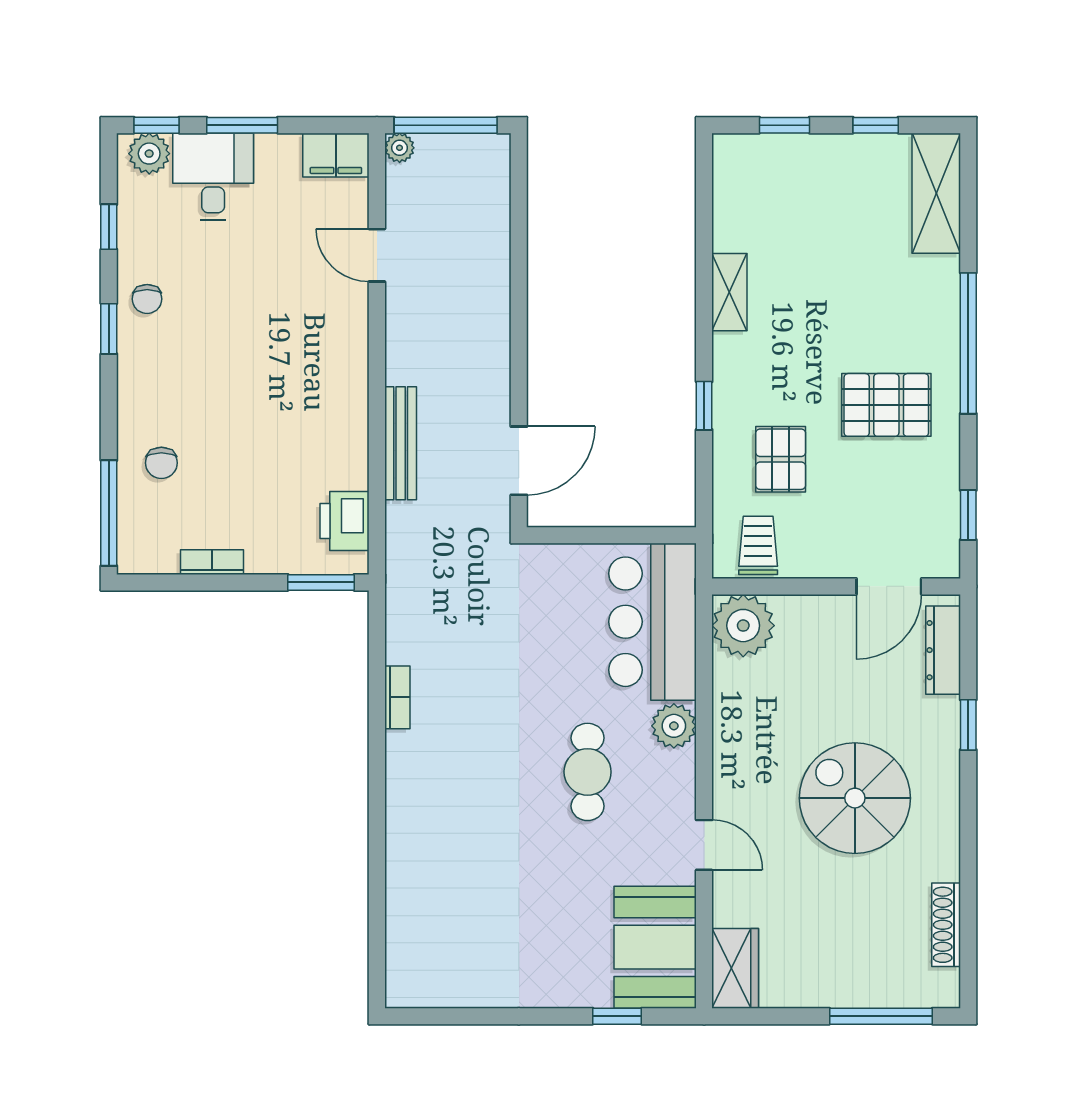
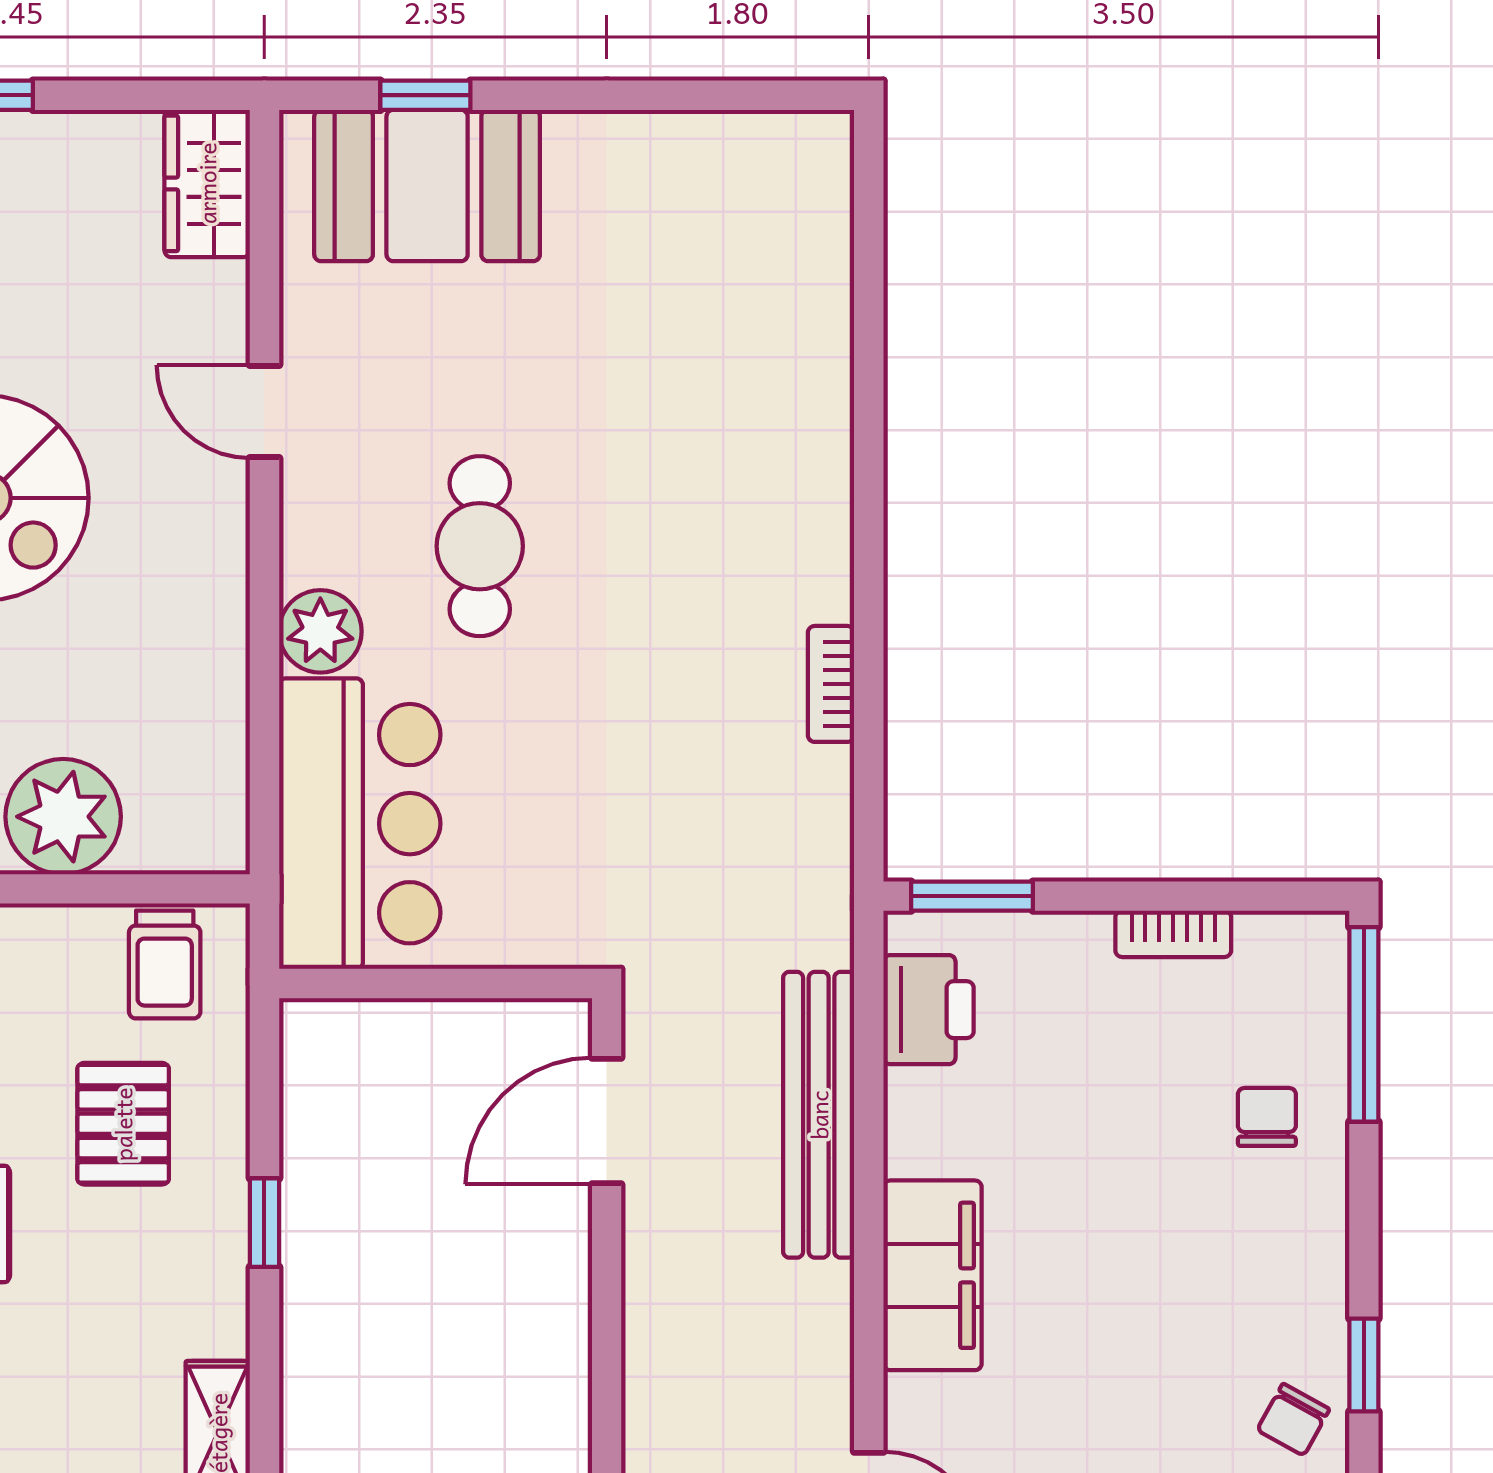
chair: (147, 299) -> (1293, 1420), turned -151
filing cabinet: (342, 377) -> (933, 1275), added
bench: (401, 443) -> (819, 1115), width x1.37, depth x1.21
plant: (743, 626) -> (63, 817), moved
booth: (655, 947) -> (427, 185), moved, turned 90

